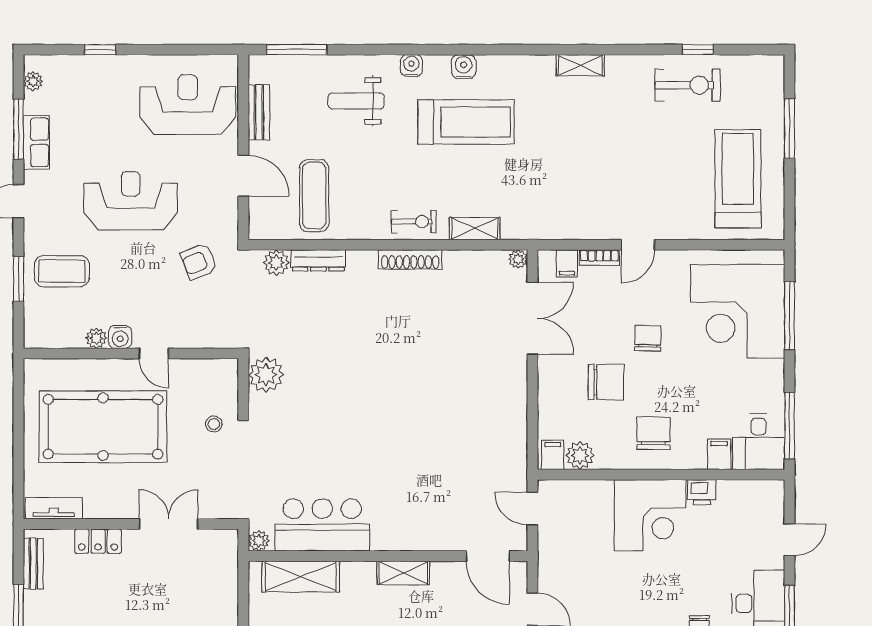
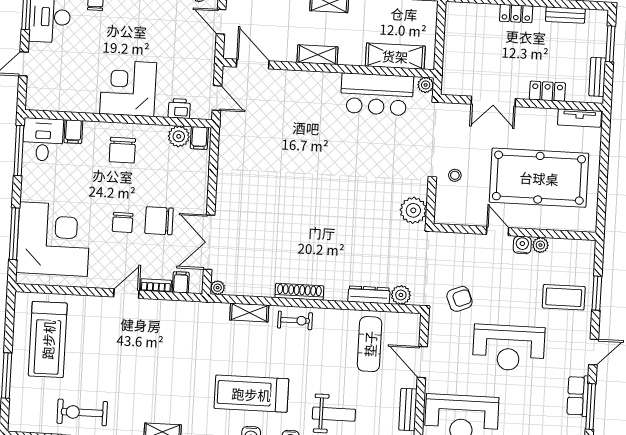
exercise bike: (414, 222) -> (295, 320), turned 180
chair: (606, 382) -> (159, 221), moved
printer: (702, 492) -> (179, 108), moved

